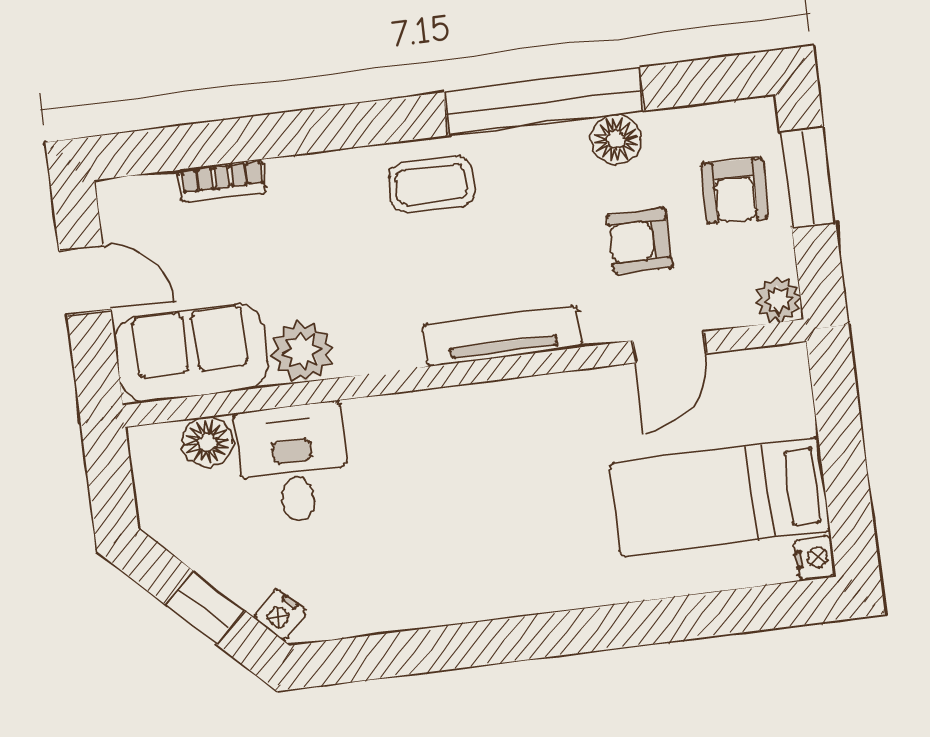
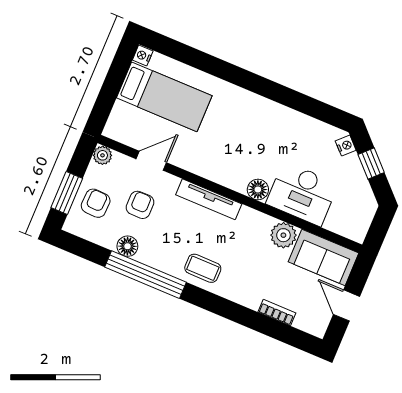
armchair: (640, 241) -> (140, 205), turned -90
floor lamp: (207, 442) -> (258, 190), moved
desk: (293, 464) -> (302, 194), width x1.37

